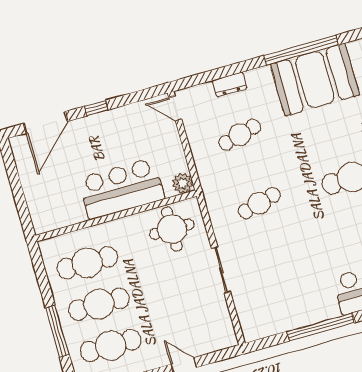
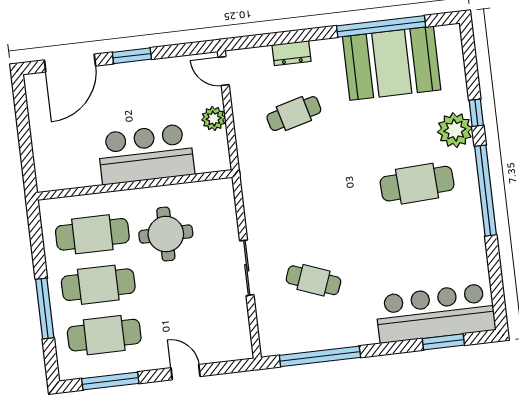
window: (96, 108) -> (132, 56), width x1.50
plant: (183, 183) -> (214, 119), moved
cafe table: (259, 203) -> (313, 280), moved, turned 36
round table: (172, 229) -> (166, 234), moved
window: (321, 327) -> (320, 356), moved

